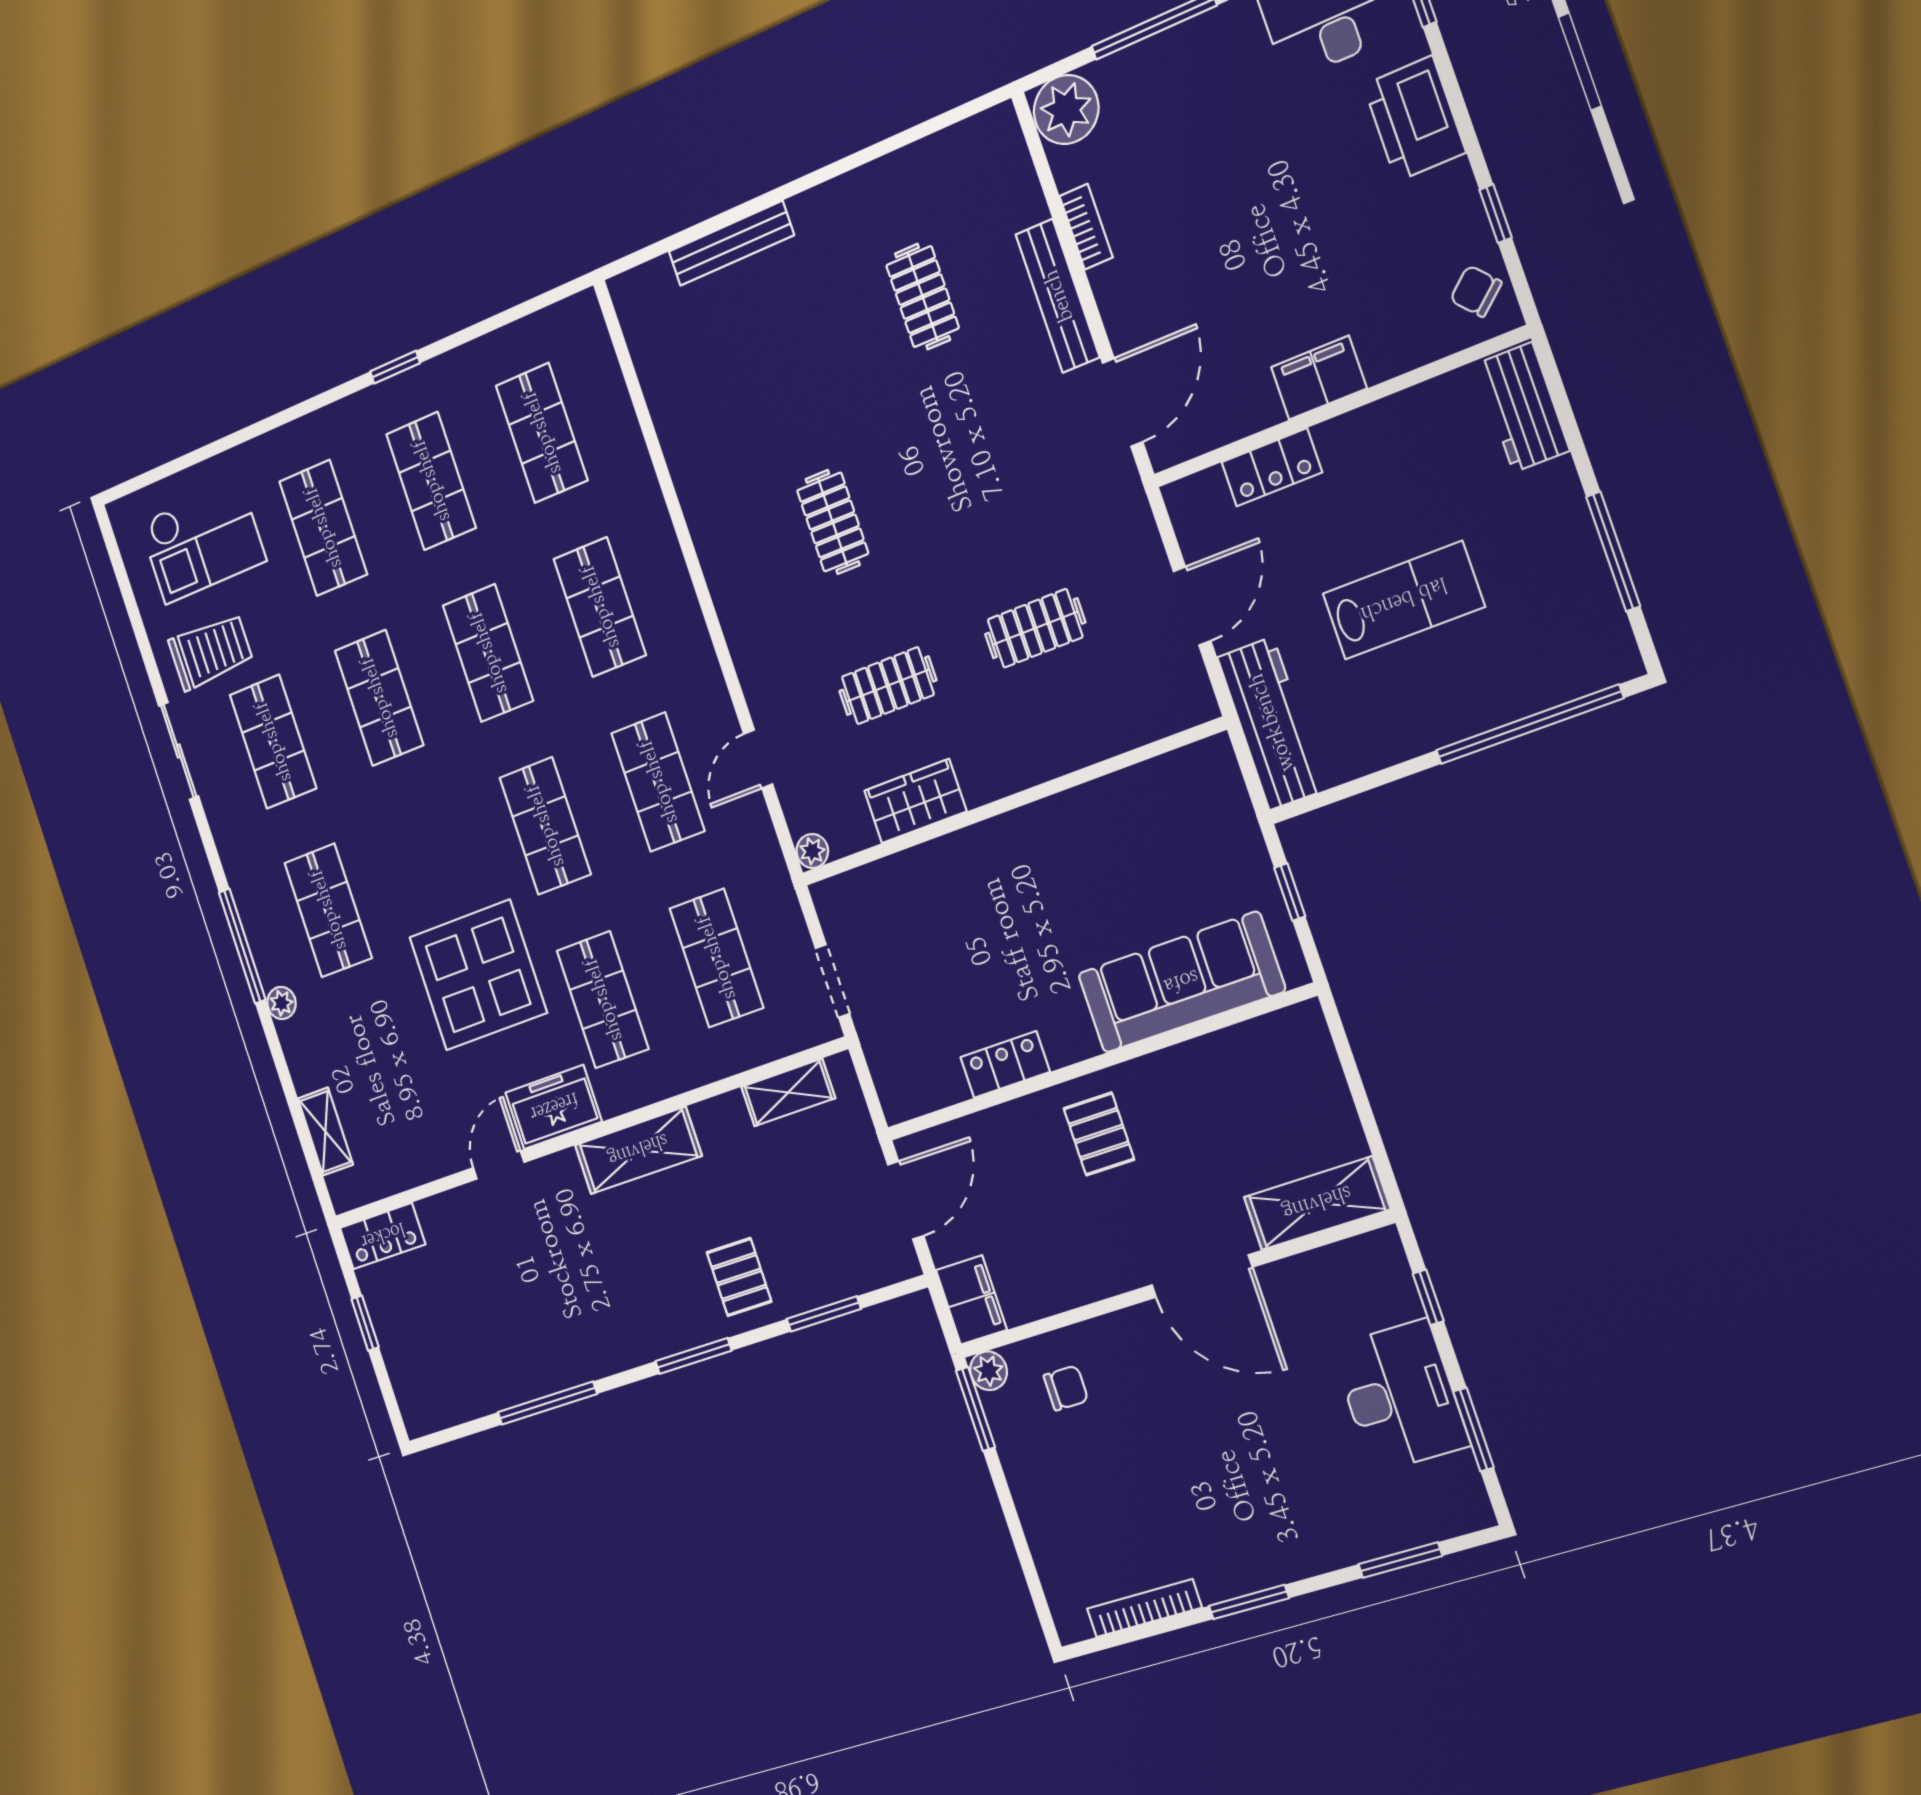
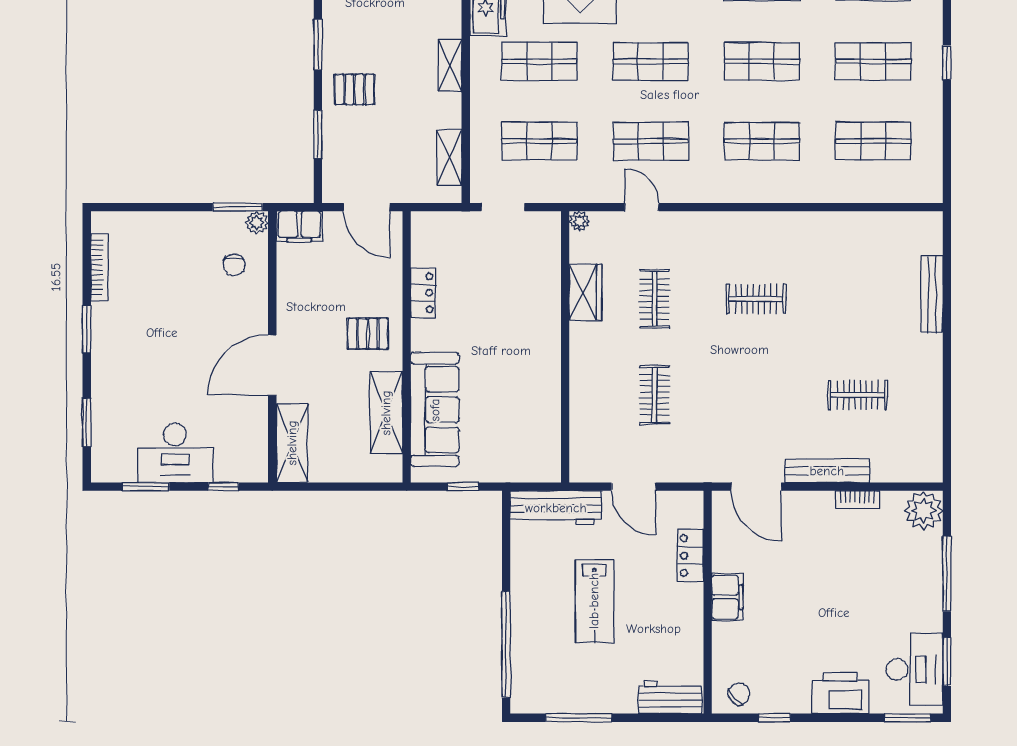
shelving: (1213, 1062) -> (386, 413), added
shelving: (638, 1150) -> (450, 65), width x0.67, depth x0.75

